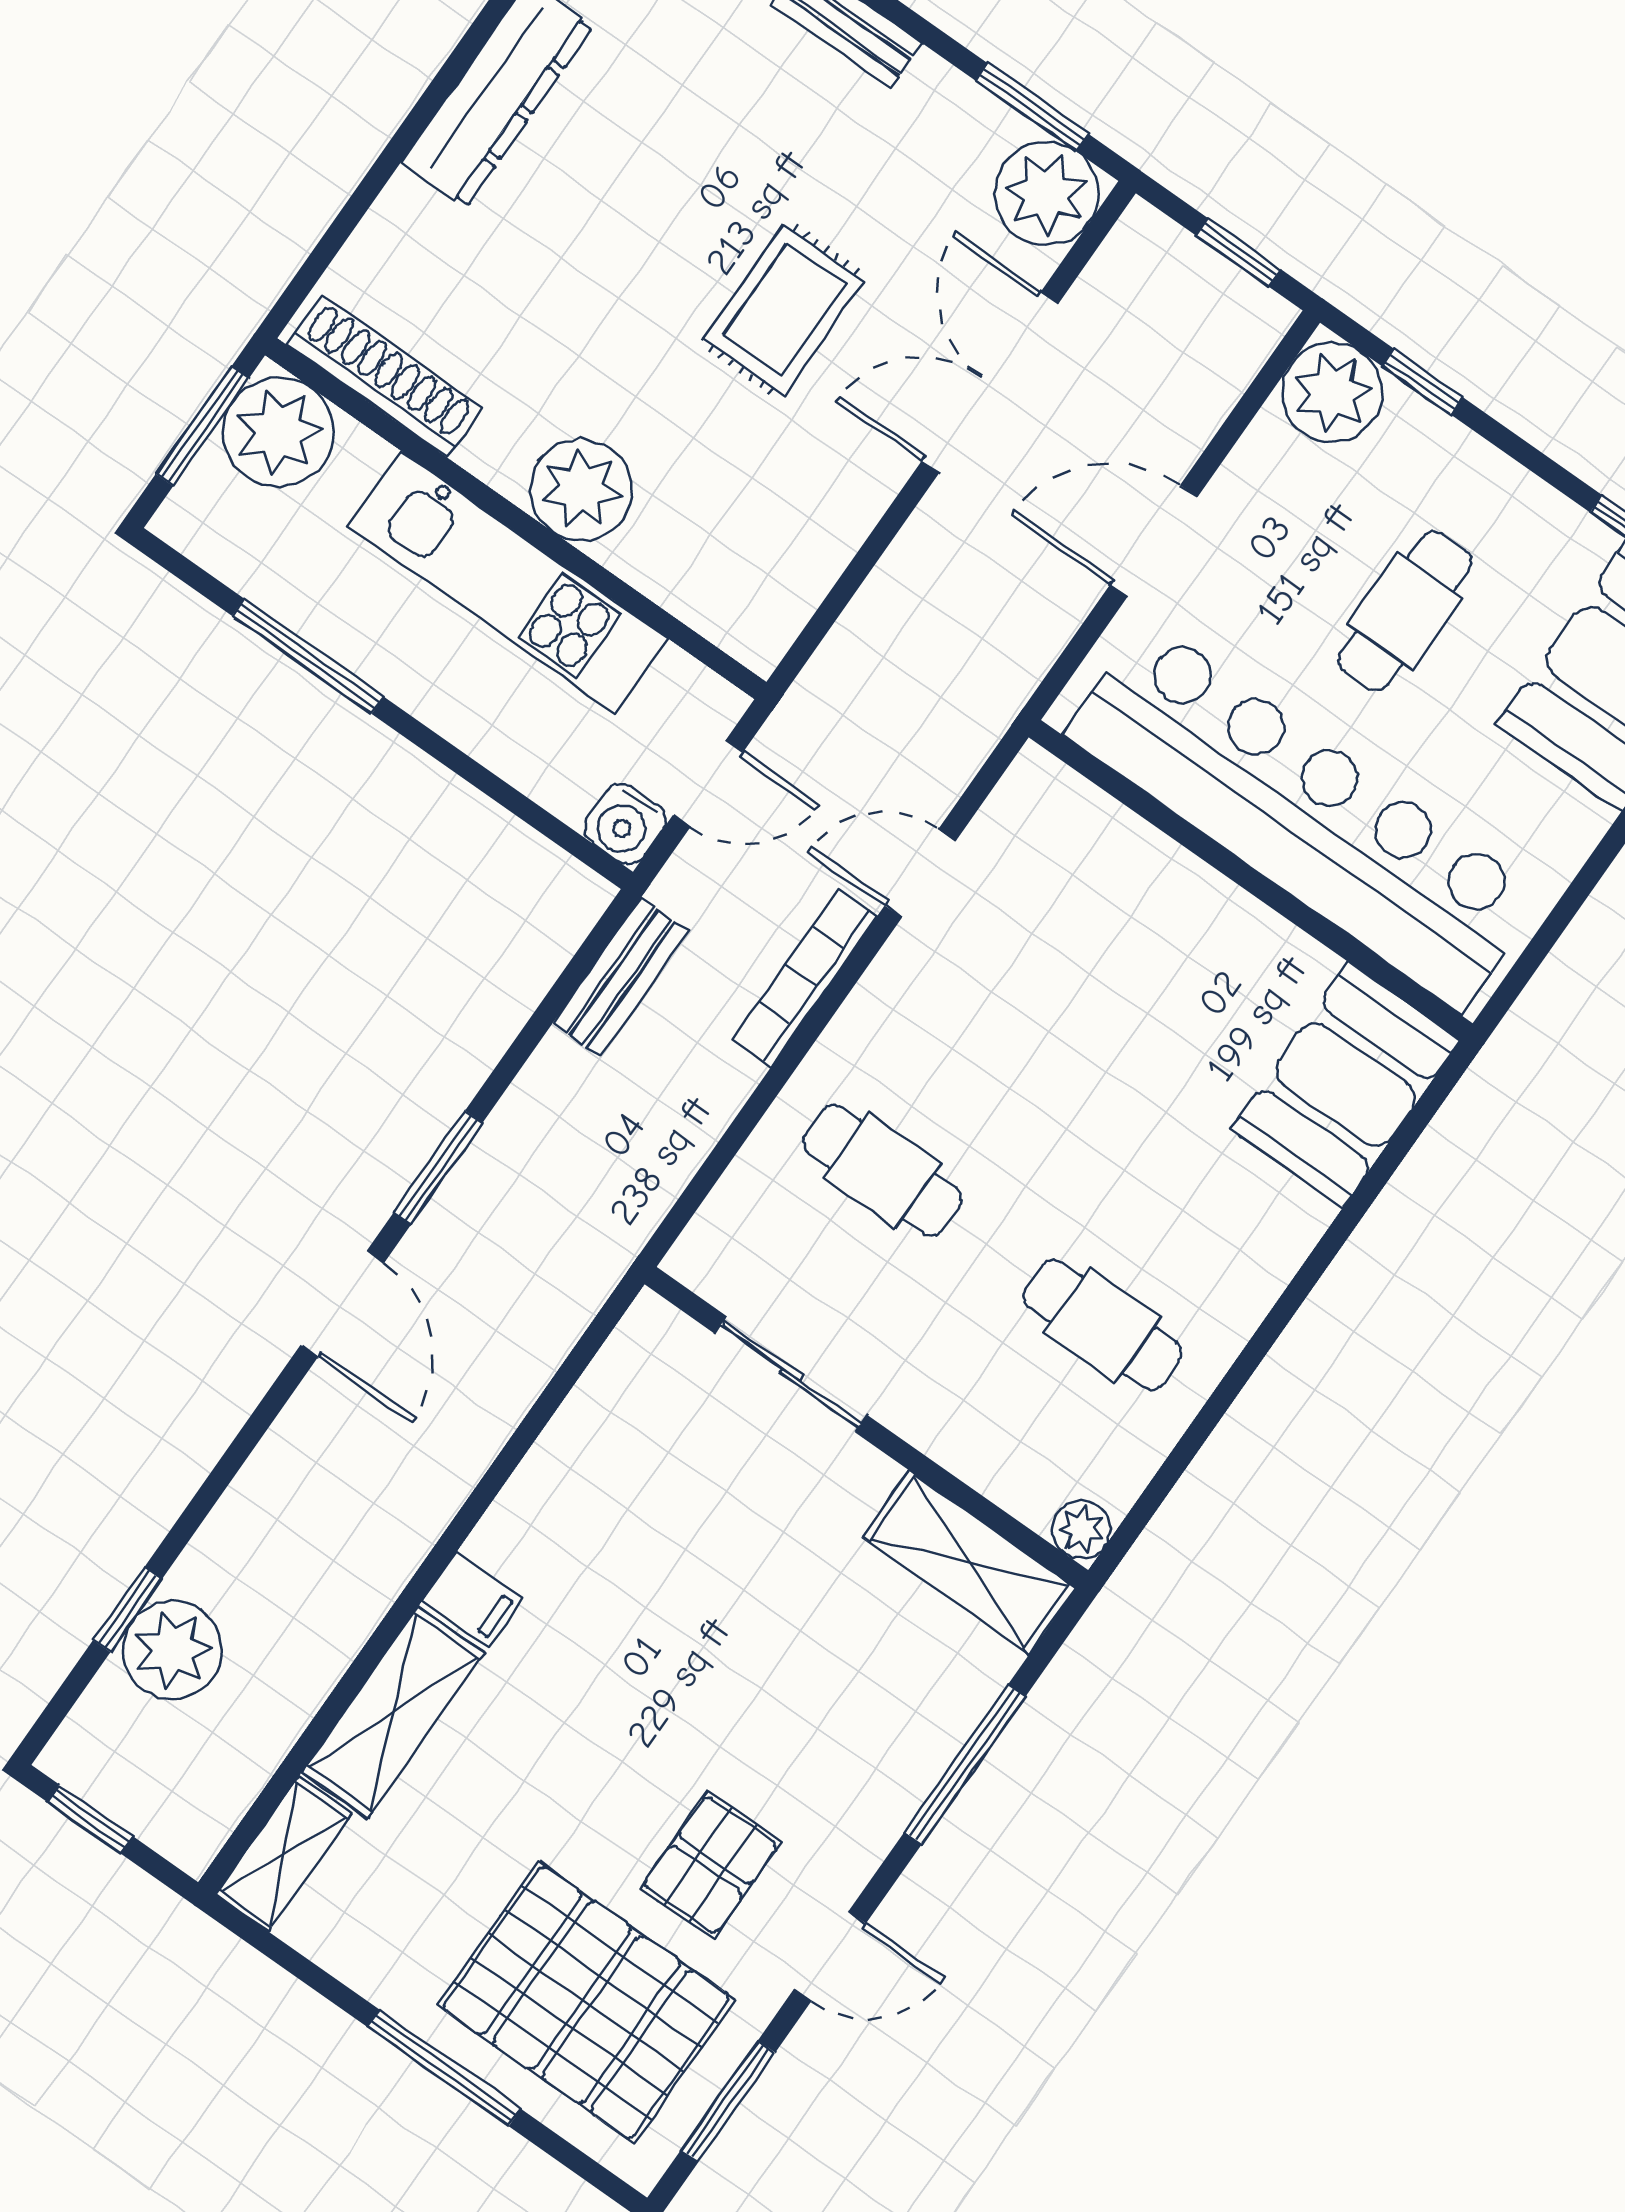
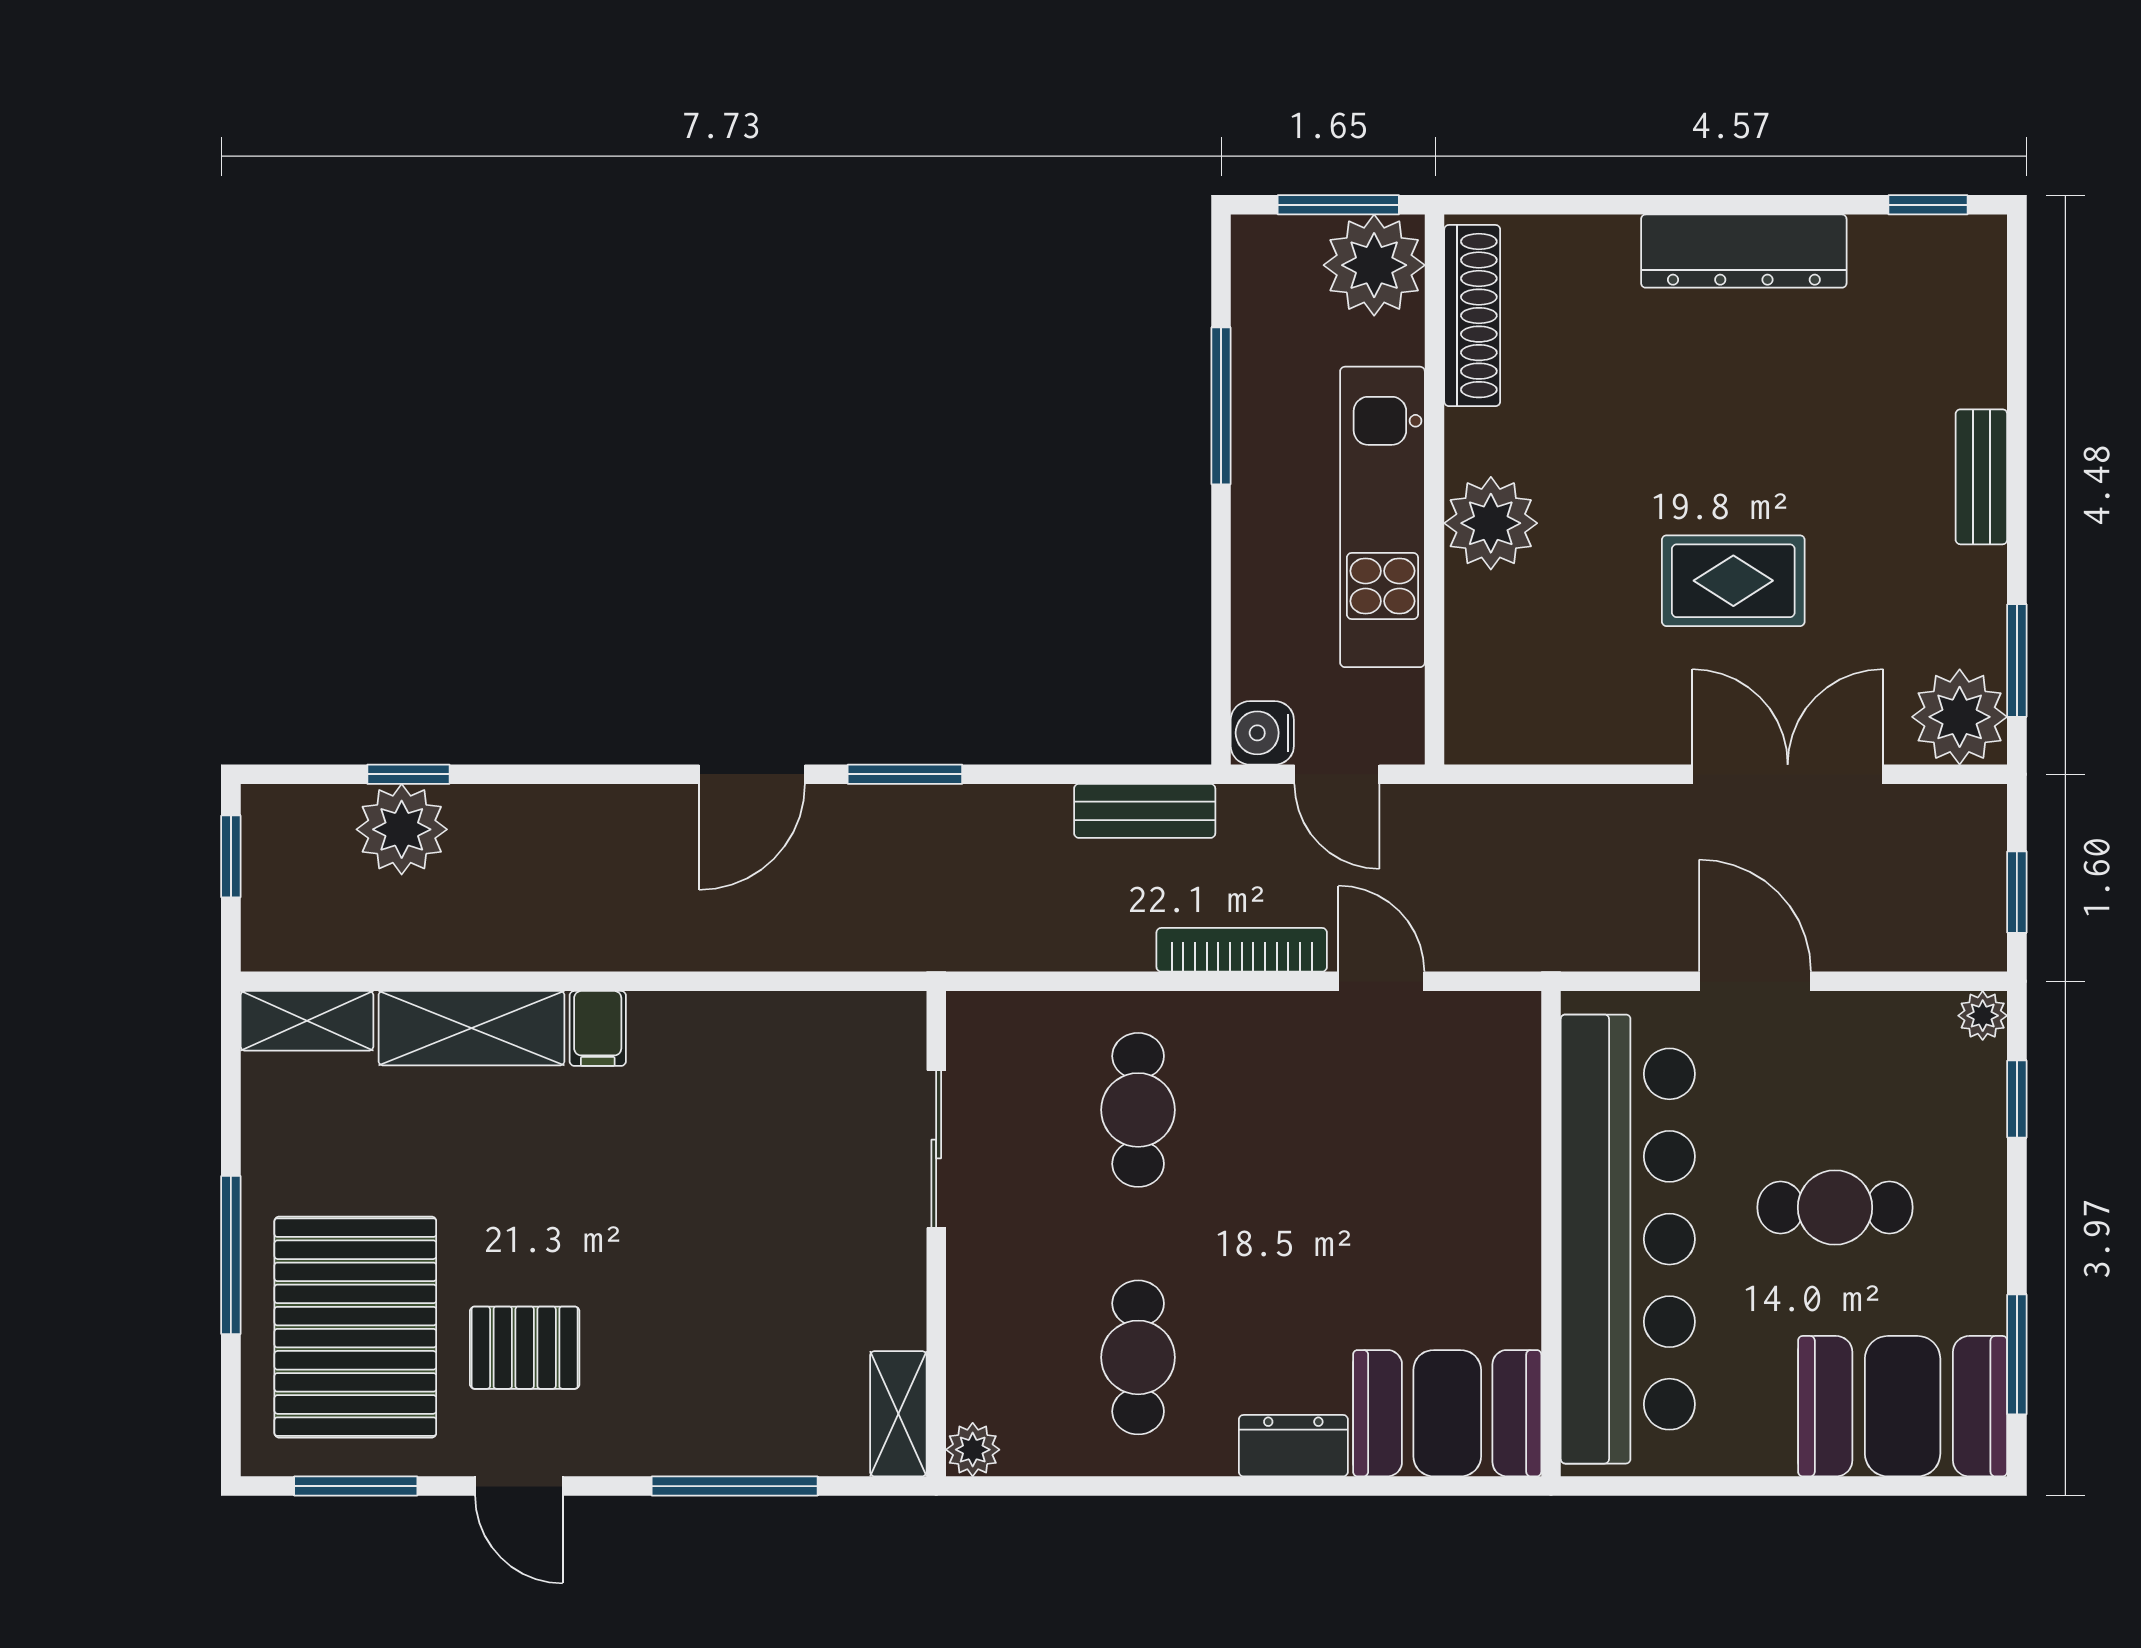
plant: (1332, 392) -> (1983, 1016), width x0.53, depth x0.53
dresser: (1278, 1242) -> (1293, 1446), added
shelving: (969, 1562) -> (898, 1414), width x0.67, depth x0.75

